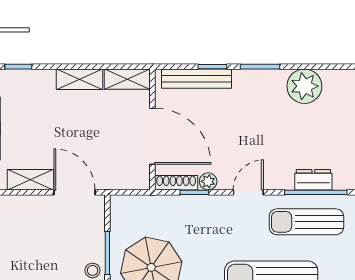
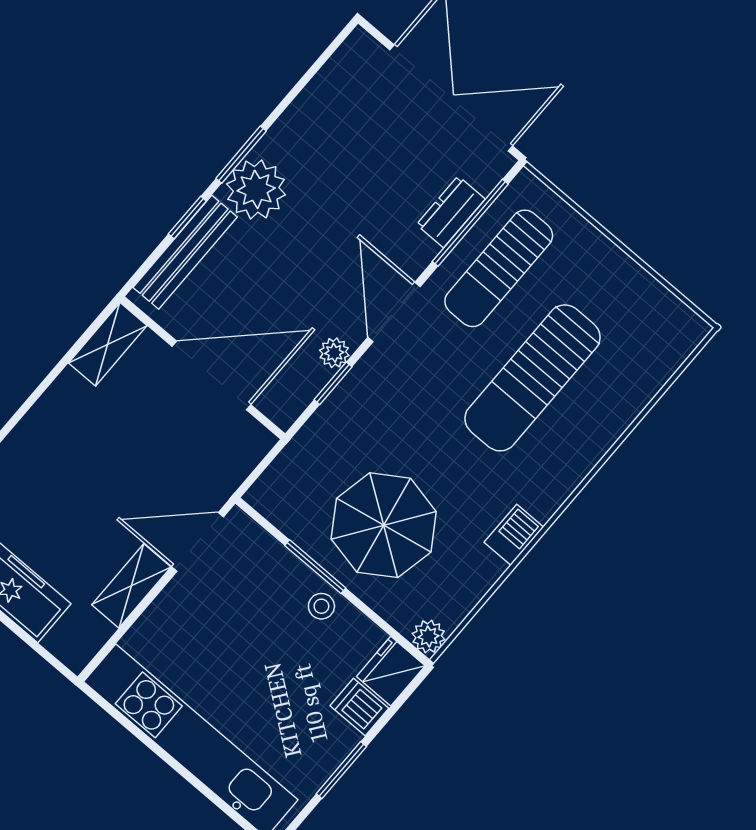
shelving: (80, 79) -> (54, 407), removed
plant: (304, 86) -> (256, 189), moved
shoe rack: (176, 183) -> (300, 397), removed
door: (248, 192) -> (394, 312), width x1.38

